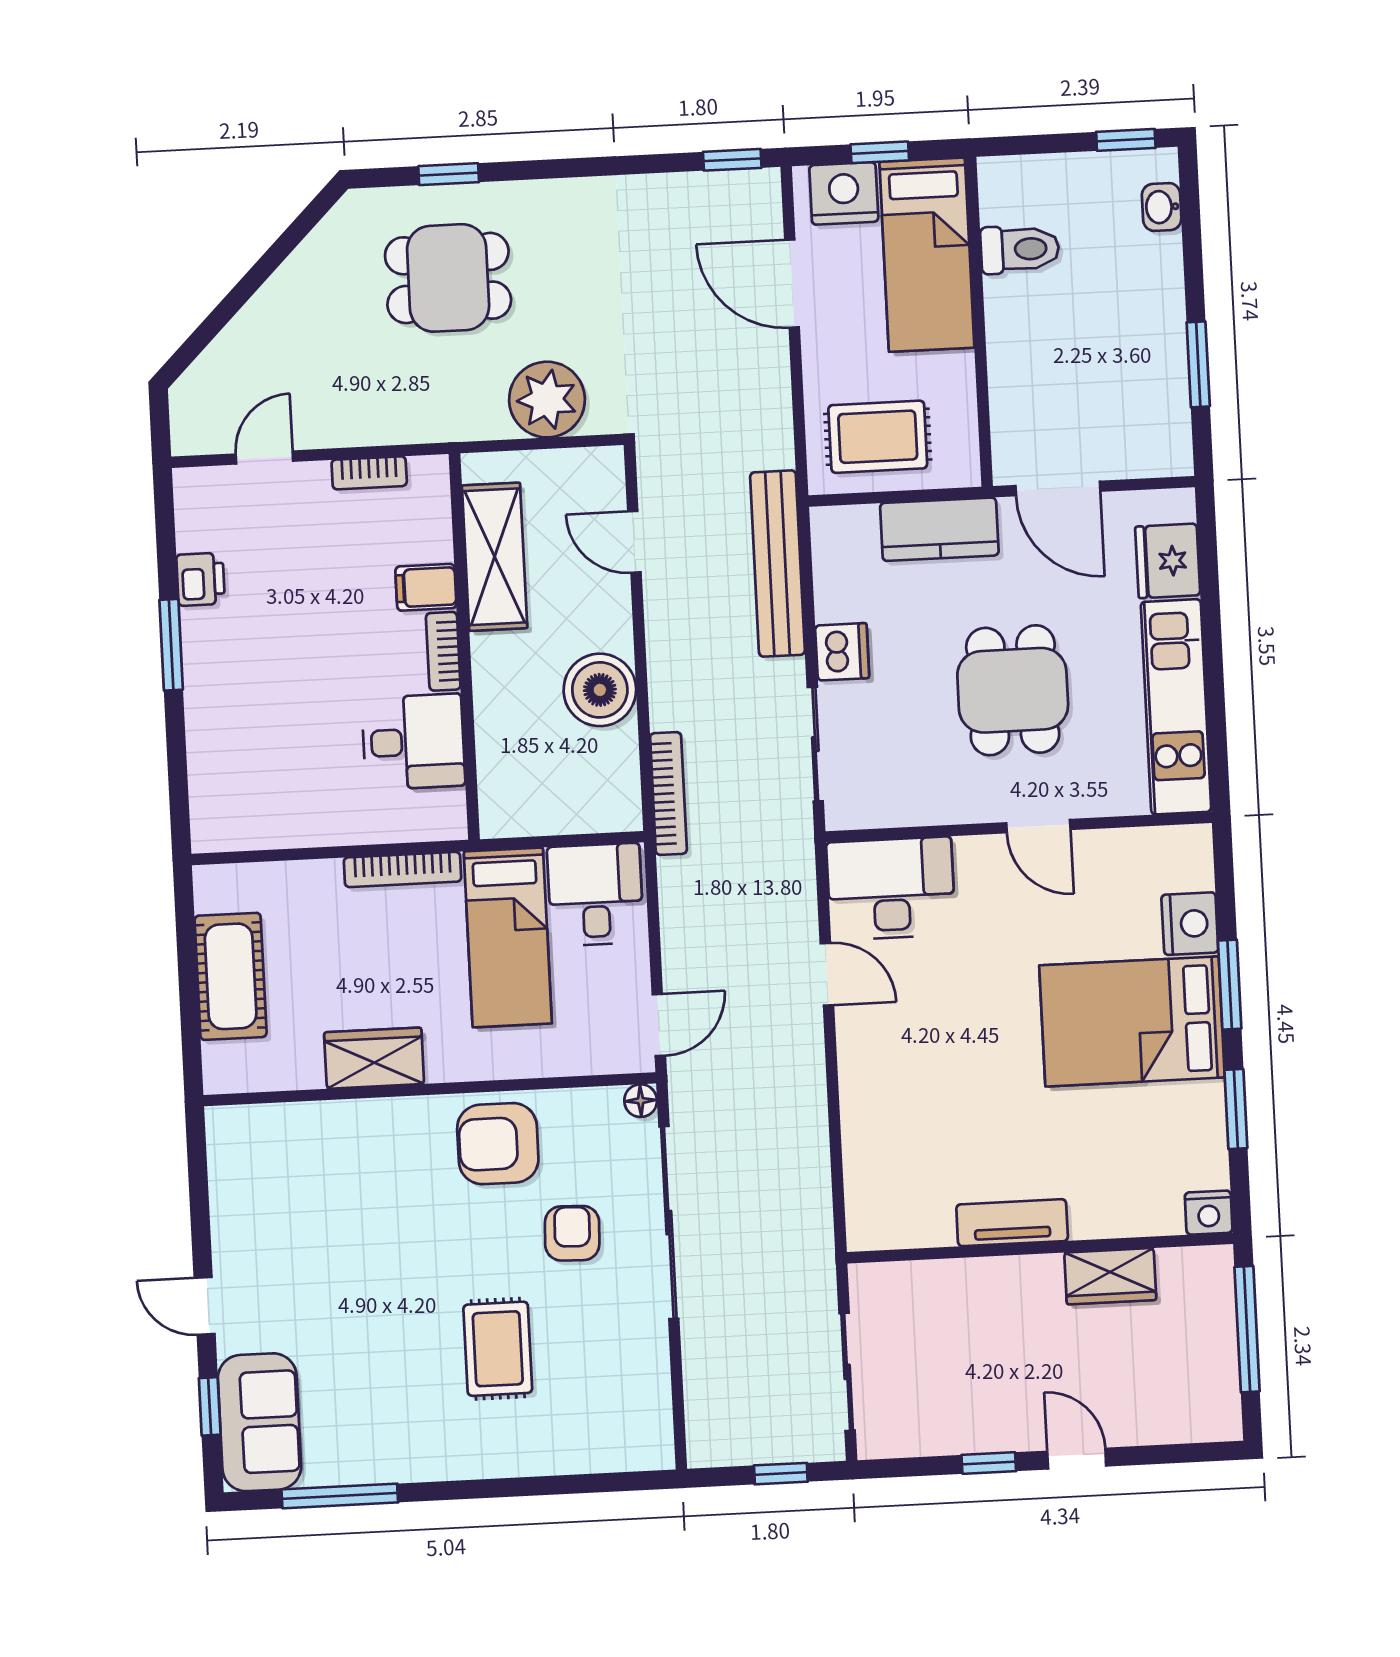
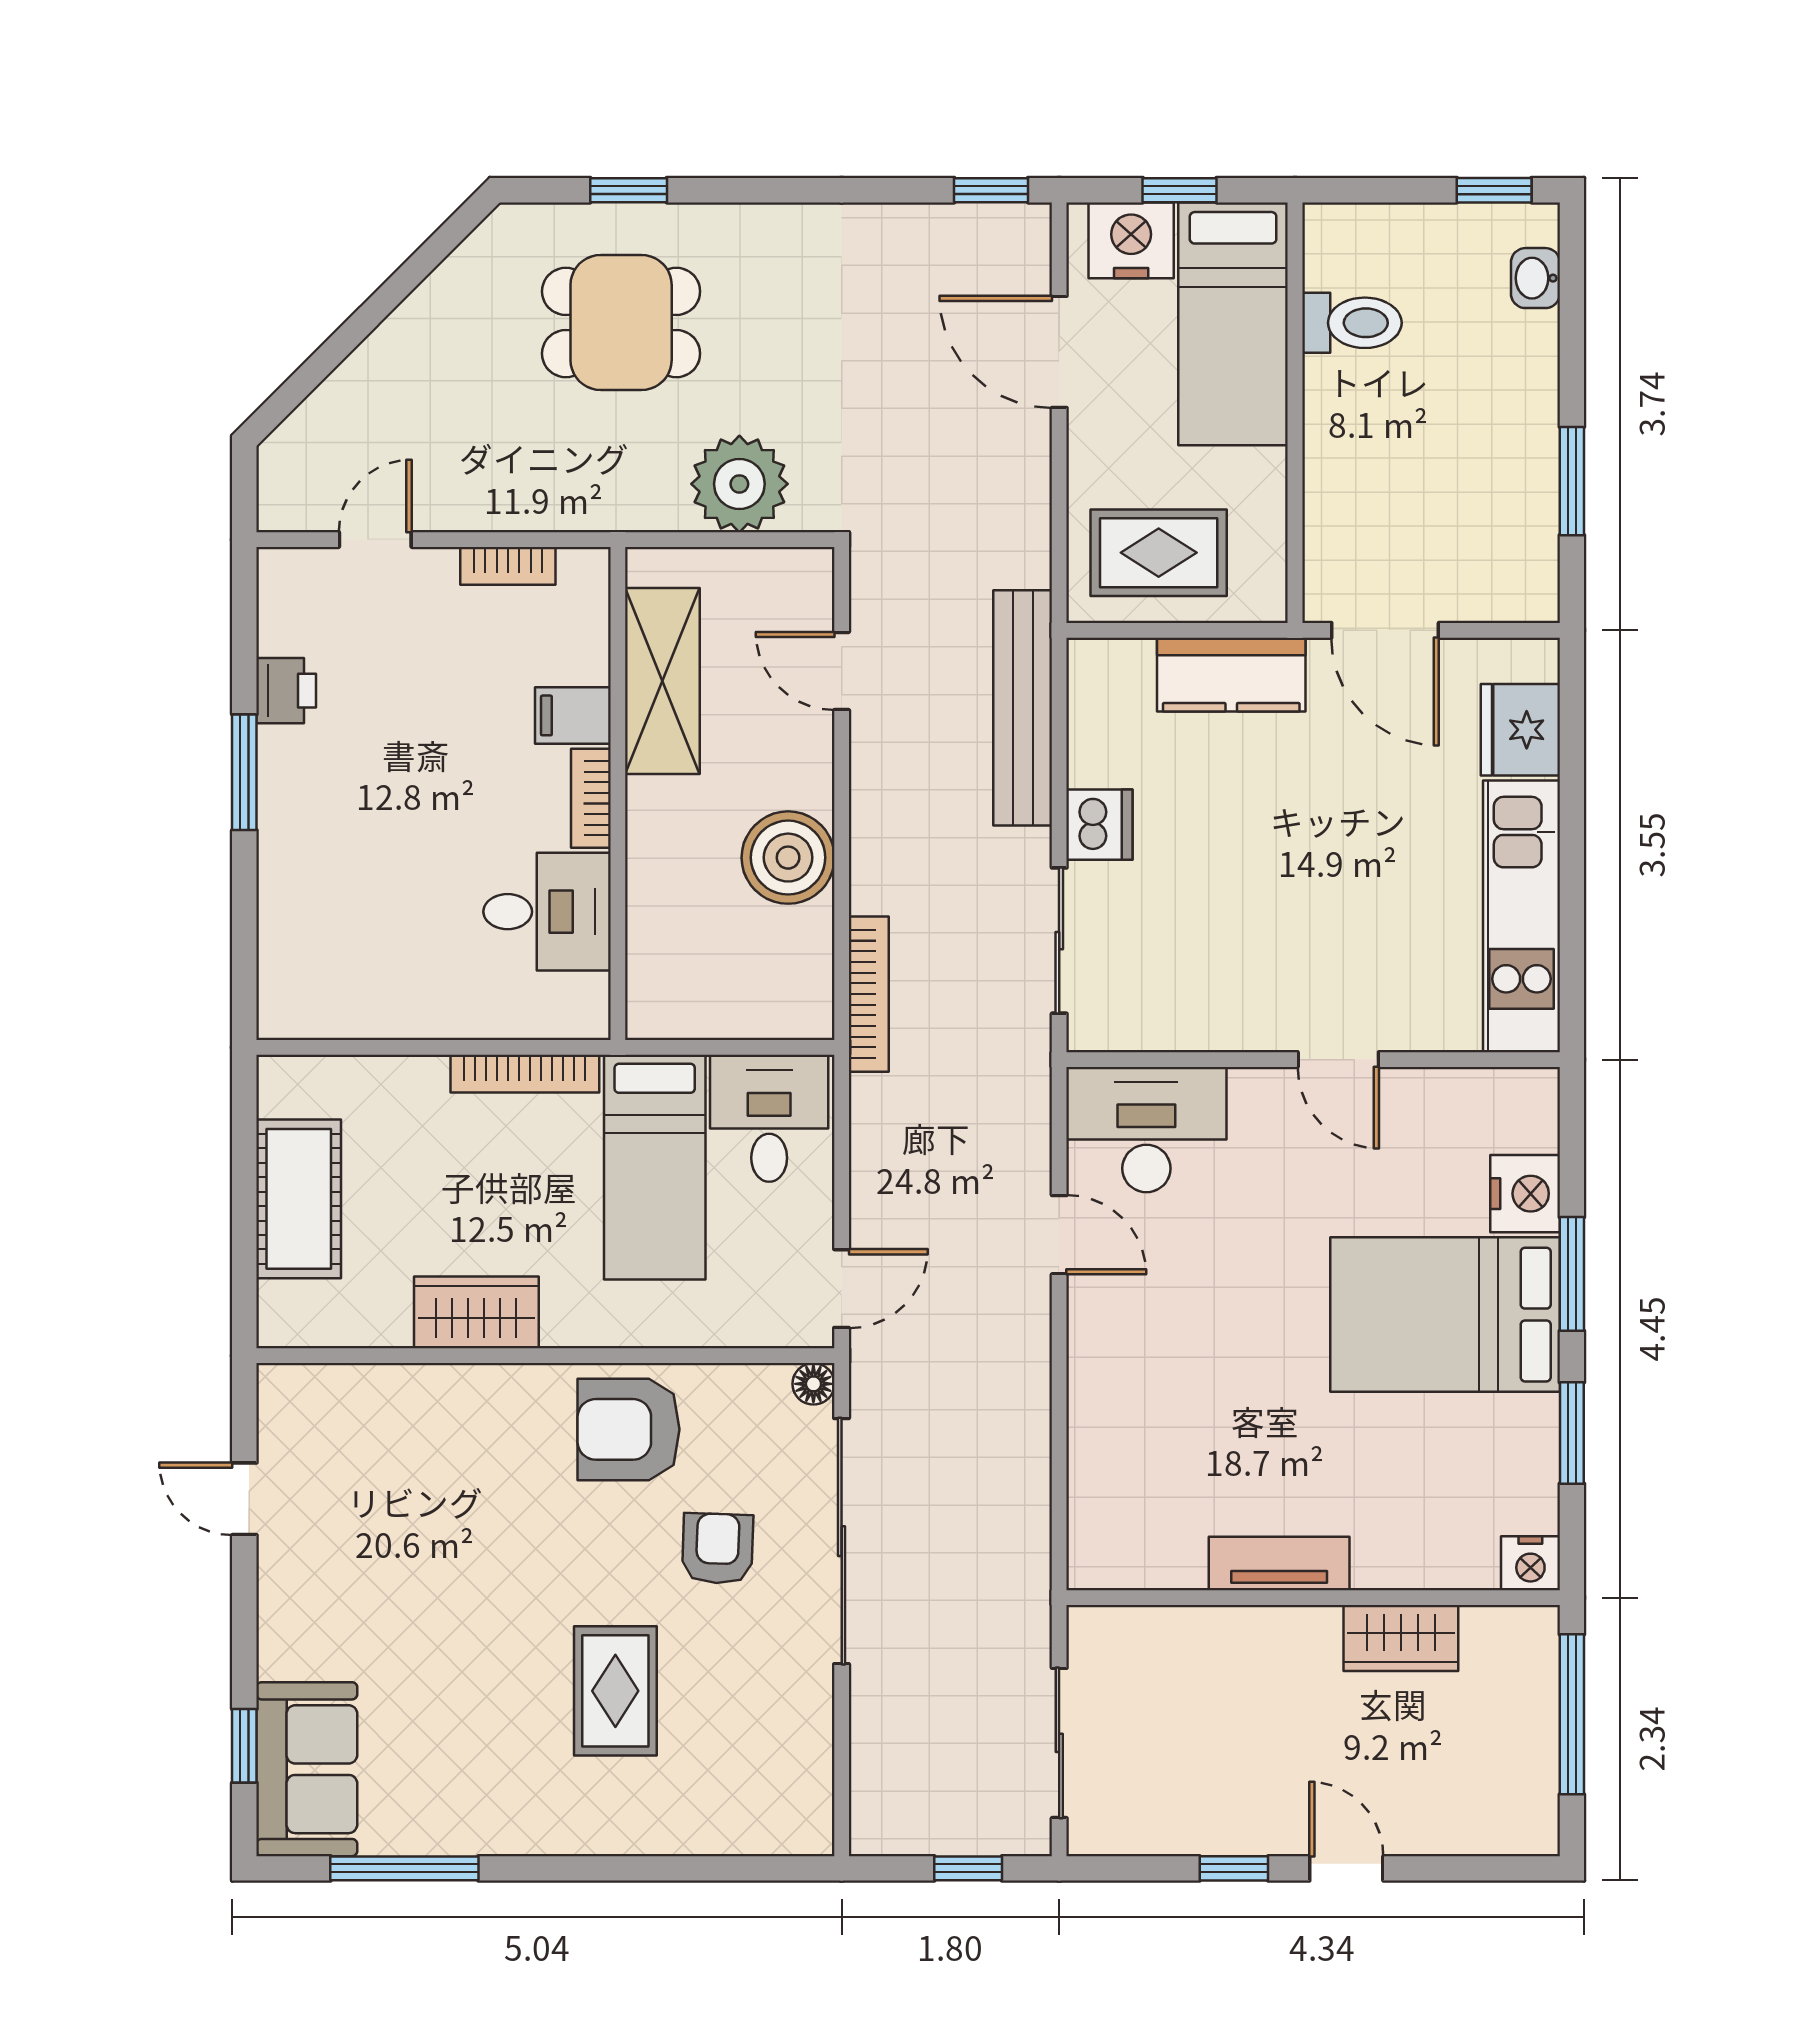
dining table: (1013, 690) -> (1314, 885), removed
door: (205, 1306) -> (244, 1499), moved

